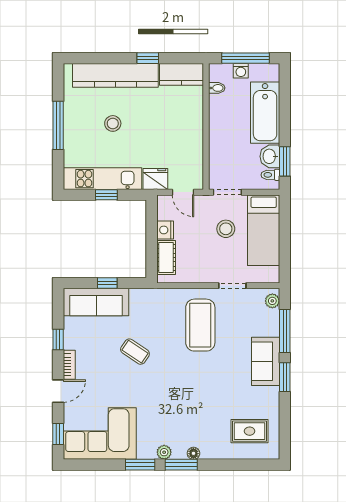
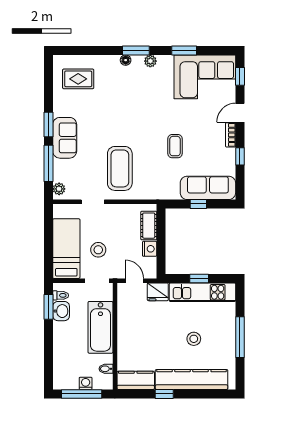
bathtub: (265, 113) -> (100, 327), moved, turned 180
coffee table: (135, 352) -> (175, 146), turned 56
window: (140, 465) -> (184, 51), moved

